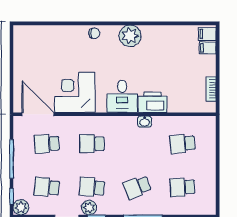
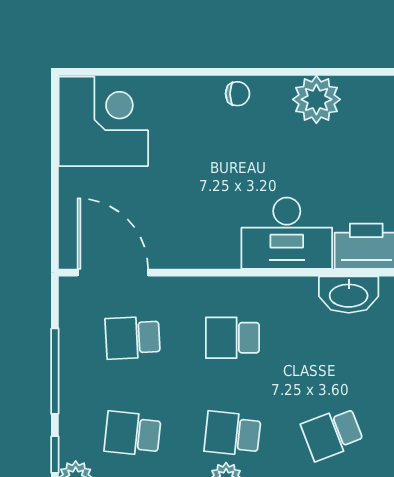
corner desk: (75, 92) -> (103, 121), moved, turned 90
desk: (122, 96) -> (287, 233), width x1.37
washbasin: (145, 122) -> (349, 295), width x1.91, depth x1.45

